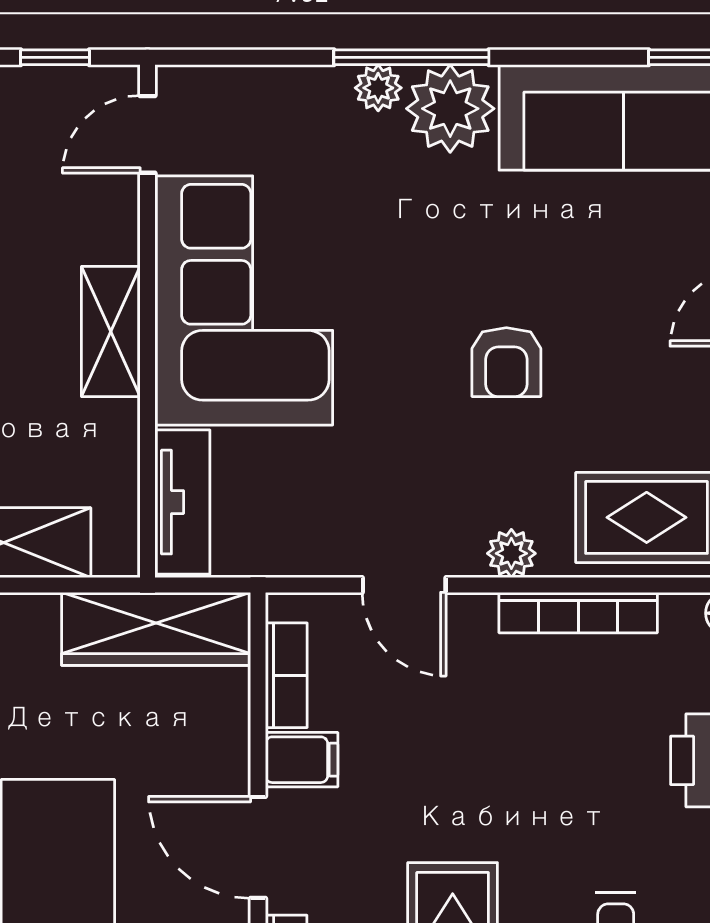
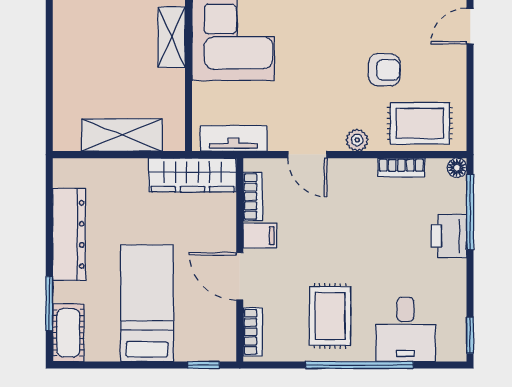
armchair: (506, 362) -> (384, 70), moved, turned -90
tv unit: (182, 502) -> (234, 138), moved, turned -90
bookcase: (578, 613) -> (401, 167), width x0.64

